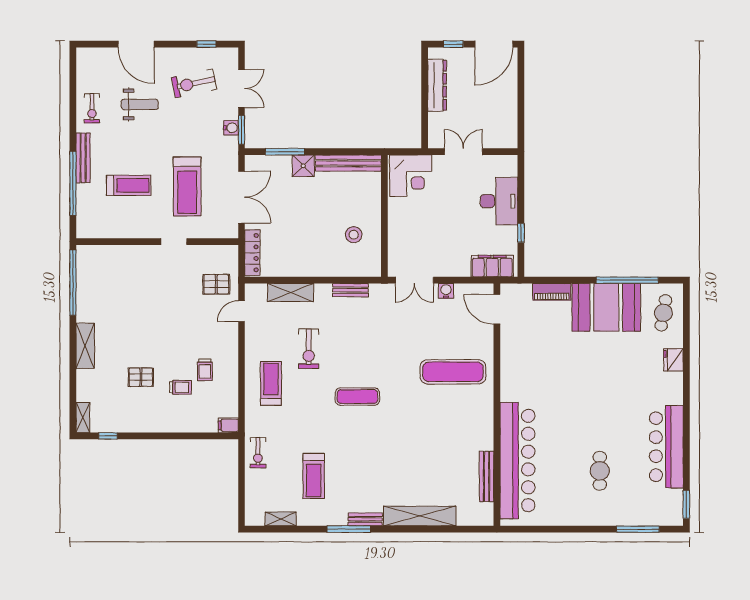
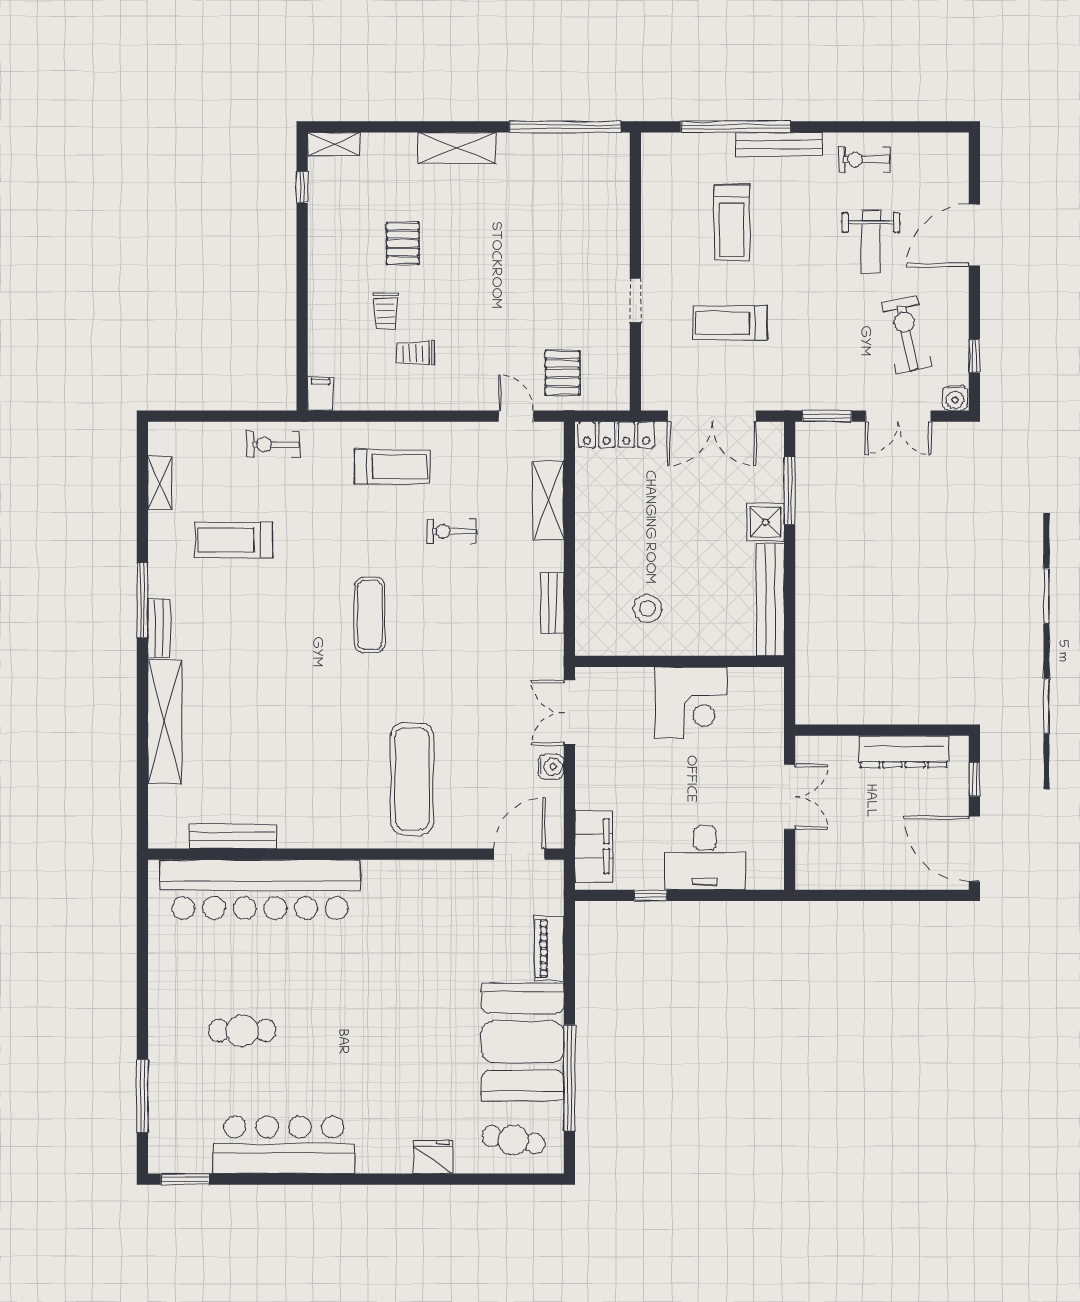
water cooler: (231, 128) -> (955, 398), moved
corner desk: (411, 176) -> (691, 703), moved, turned -90
treadmill: (187, 186) -> (730, 323), width x0.73, depth x0.73
exercise bike: (309, 349) -> (452, 531), width x0.73, depth x0.72

